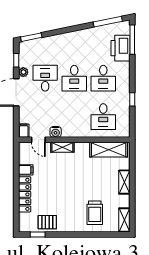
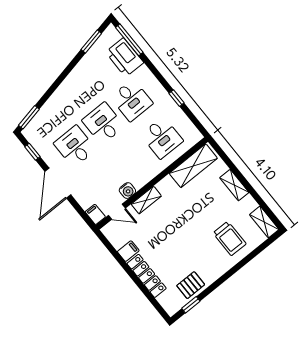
window: (108, 22) -> (91, 42), width x0.69
plant: (23, 72) -> (49, 157), removed
desk: (74, 78) -> (103, 123), turned 180

